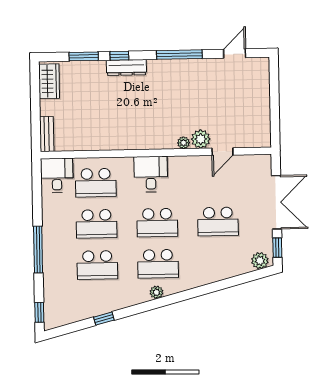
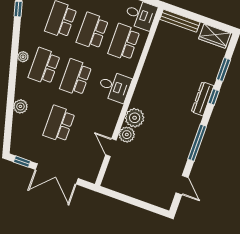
bench: (47, 134) -> (180, 21), width x1.36
plant: (184, 143) -> (135, 118), width x1.87, depth x1.87
plant: (260, 261) -> (20, 106), moved

